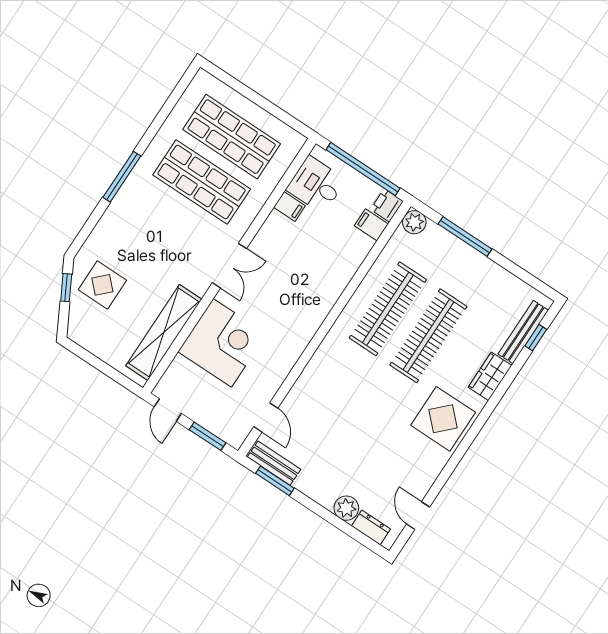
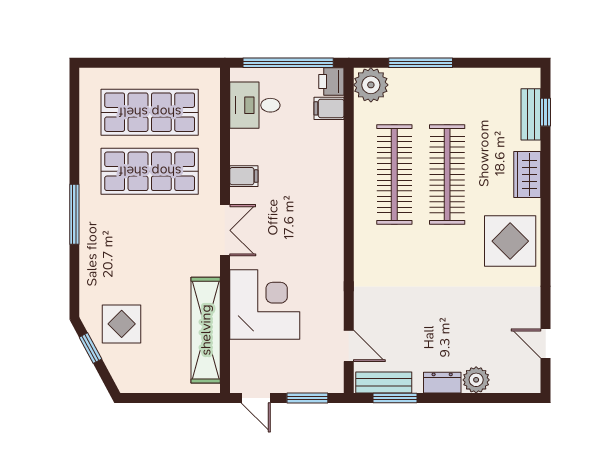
filing cabinet: (289, 206) -> (244, 176), moved
plant: (414, 222) -> (371, 85), width x1.36, depth x1.36
bench: (523, 332) -> (531, 114), width x0.73
dresser: (371, 527) -> (442, 383), moved

